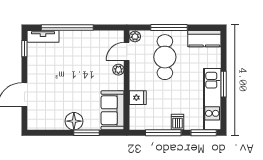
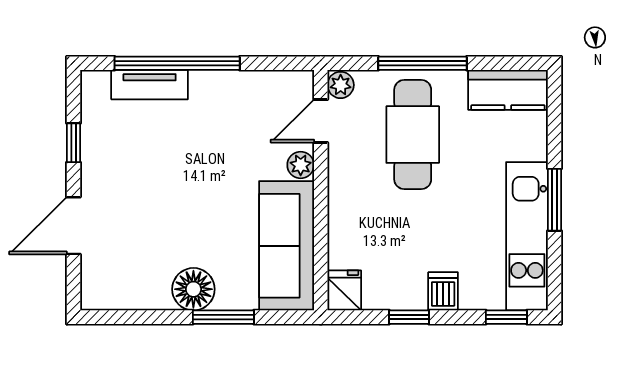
tv unit: (43, 36) -> (150, 85), moved
window: (24, 49) -> (73, 143), moved
fridge: (138, 98) -> (344, 290), moved, turned -90
sofa: (113, 110) -> (287, 246), width x1.36
window: (163, 133) -> (409, 317), width x0.46
window: (204, 133) -> (506, 317), width x0.67

